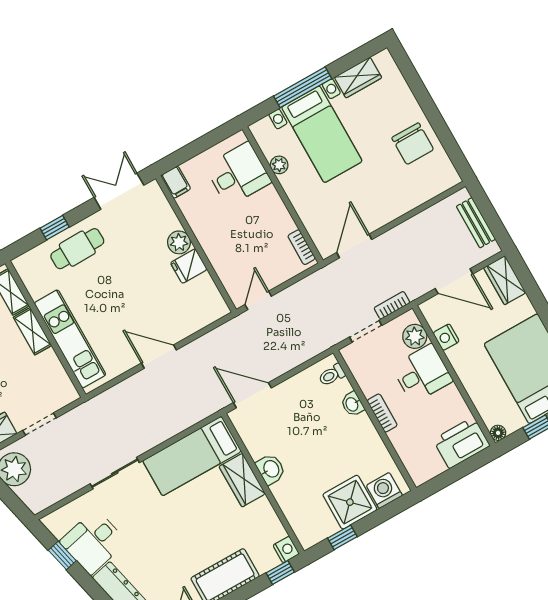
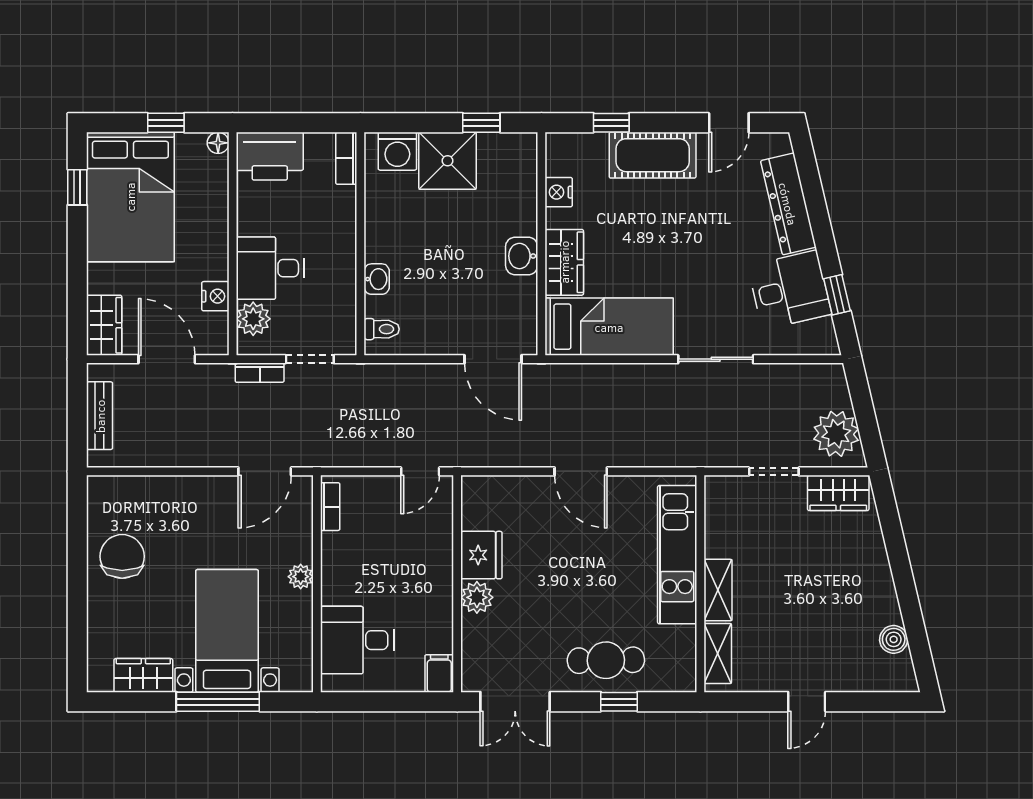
plant: (279, 165) -> (301, 577), moved
fridge: (189, 266) -> (481, 555), width x1.38
bookcase: (382, 413) -> (346, 158), moved
nightstand: (286, 550) -> (559, 192), moved
window: (280, 572) -> (611, 123), moved

